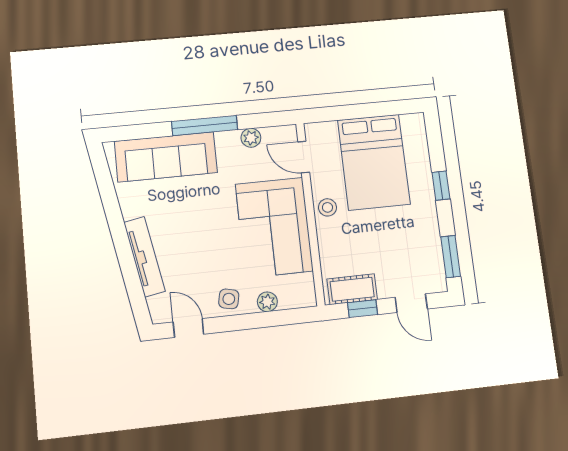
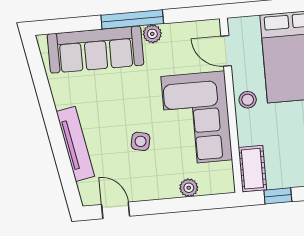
plant: (251, 138) -> (152, 34), moved
cot: (352, 289) -> (252, 169), moved, turned 90
side table: (229, 299) -> (141, 141), moved

